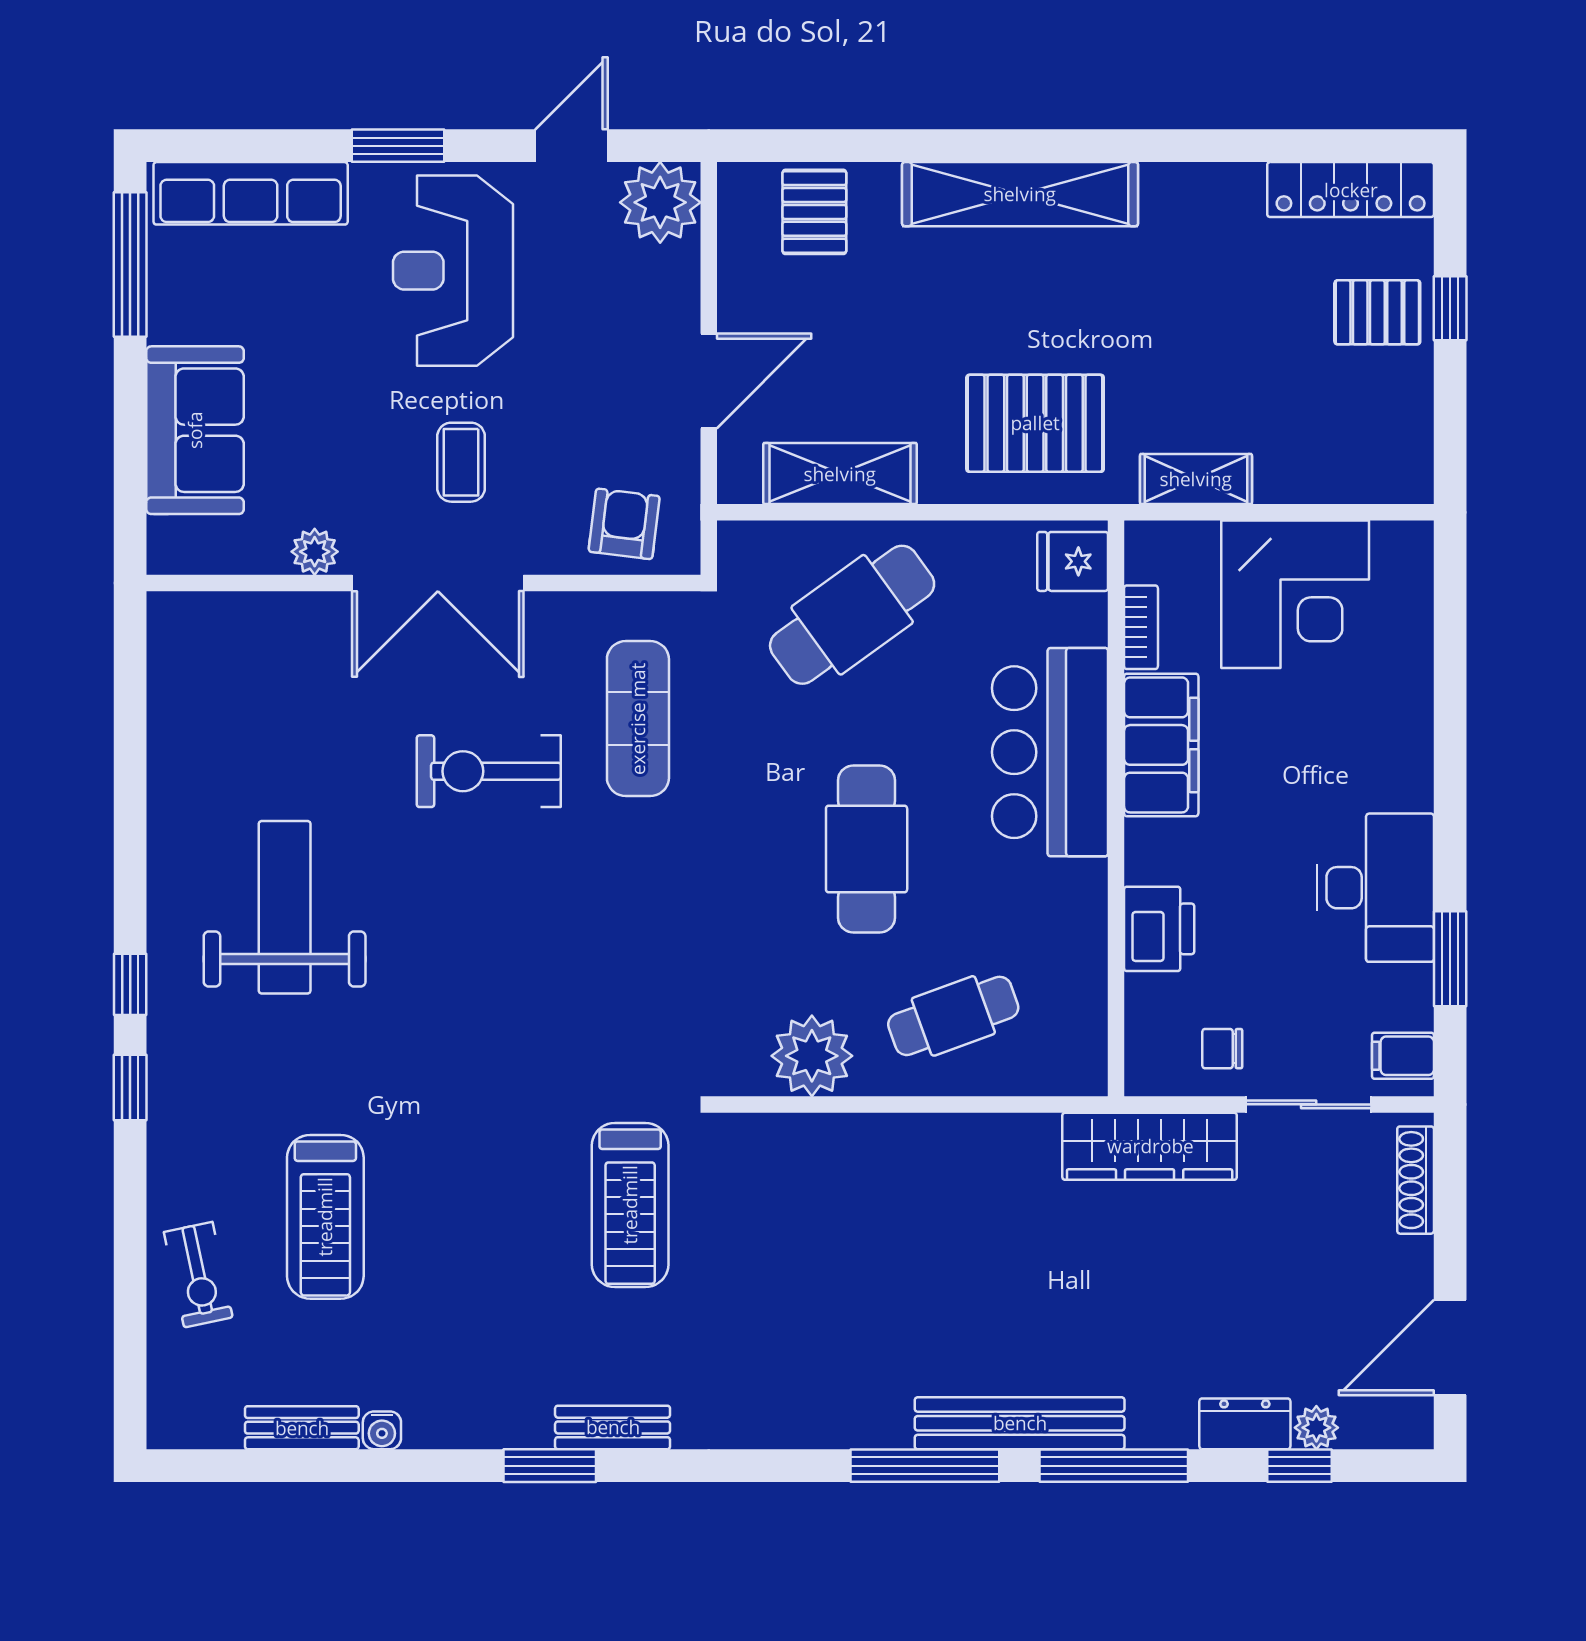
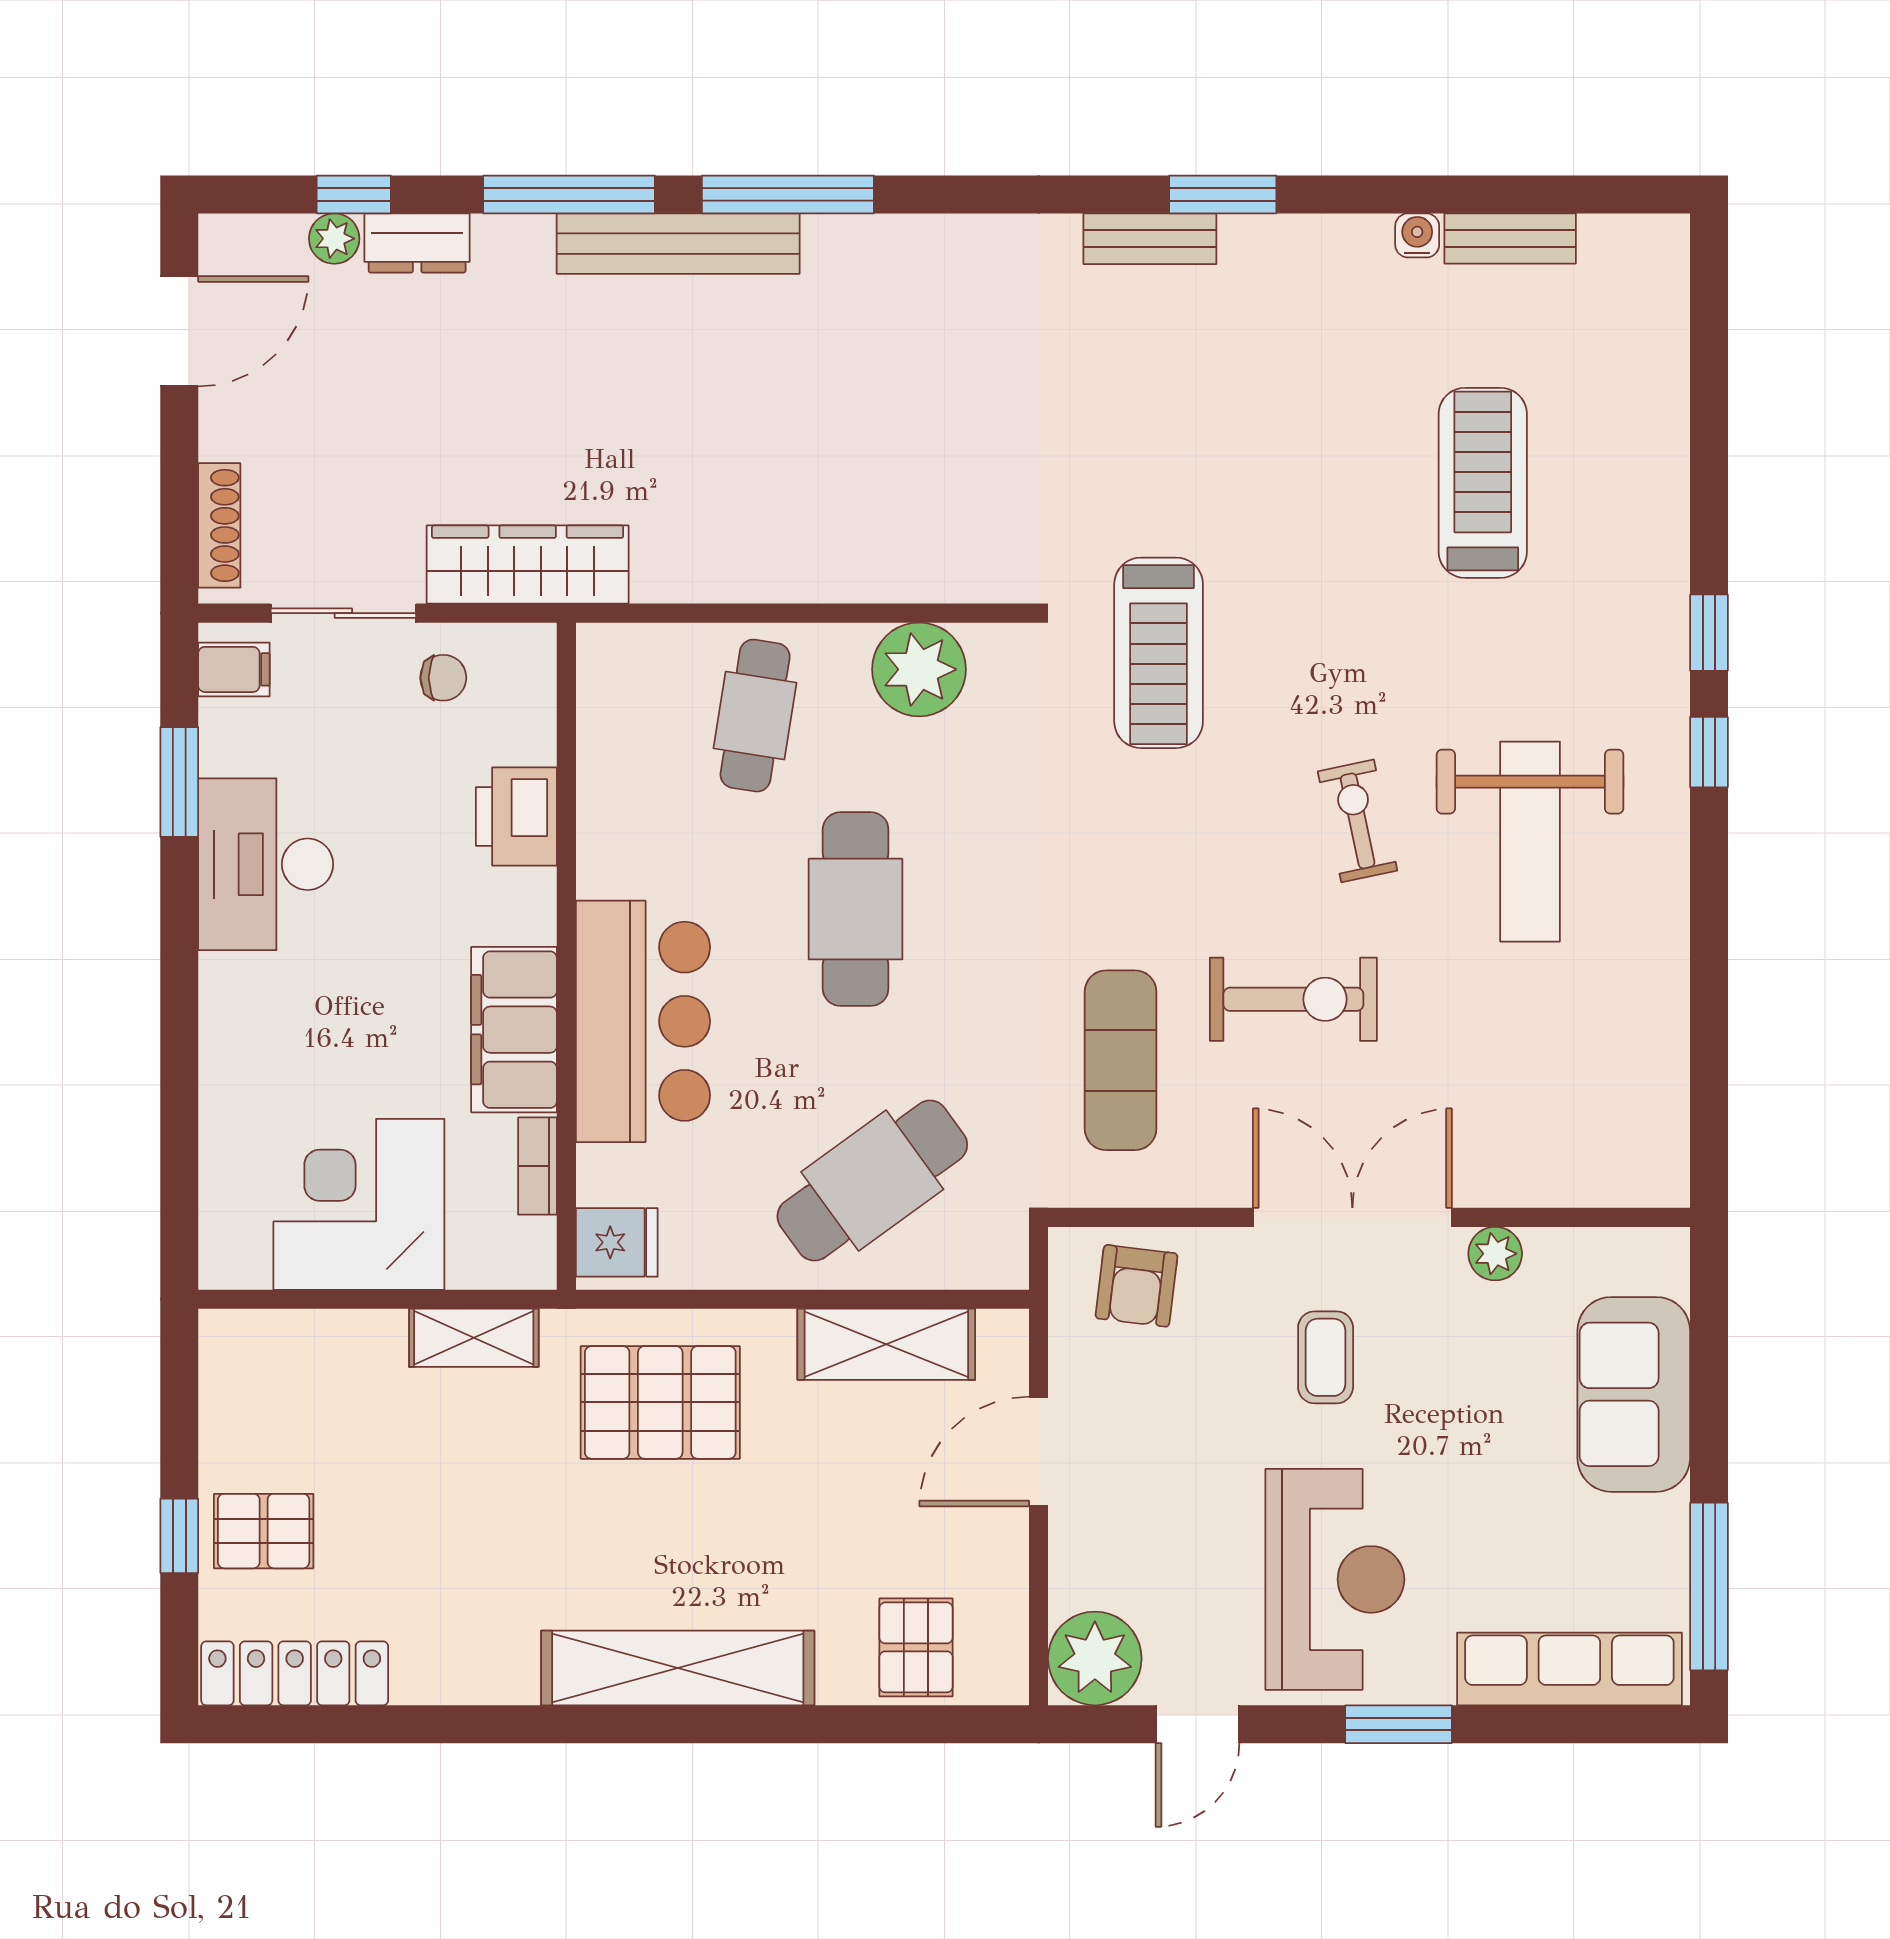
cafe table: (953, 1016) -> (755, 716), turned -61
treadmill: (630, 1205) -> (1159, 653), moved, turned 180
exercise bike: (198, 1275) -> (1358, 821), moved

